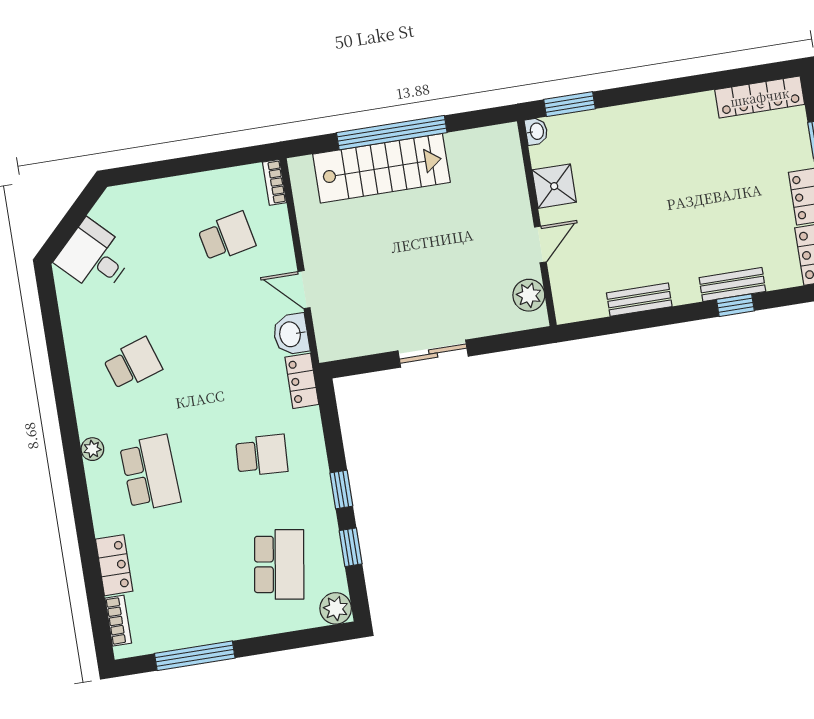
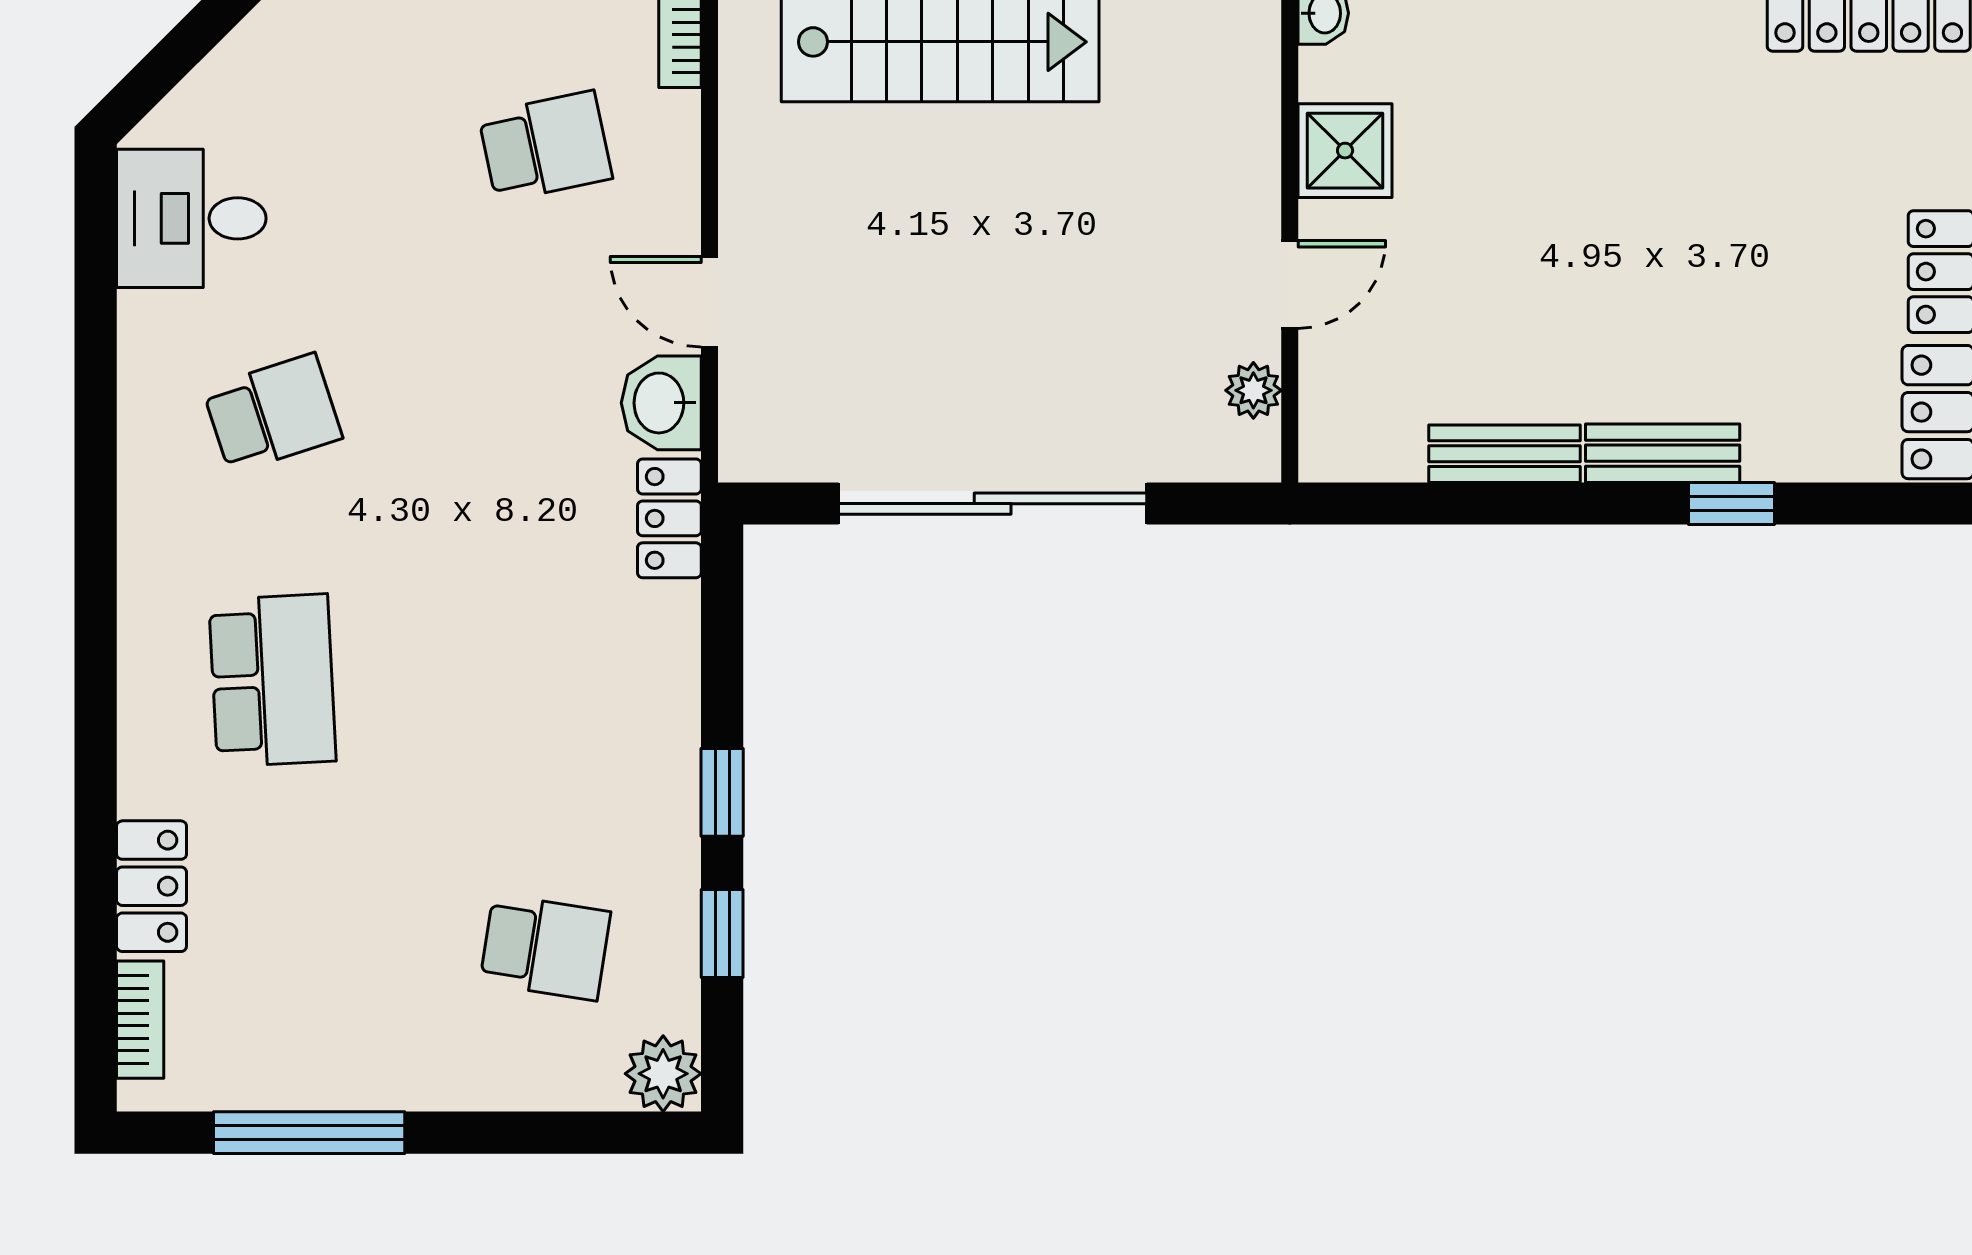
desk: (94, 257) -> (191, 218), moved, turned -45
bench: (732, 285) -> (1663, 453), moved
plant: (529, 295) -> (1253, 390), width x0.73, depth x0.73
sliding door: (433, 354) -> (993, 504), width x1.86
plant: (92, 449) -> (144, 601), removed
school desk: (262, 455) -> (545, 680), removed
school desk: (279, 564) -> (545, 947), width x0.54

